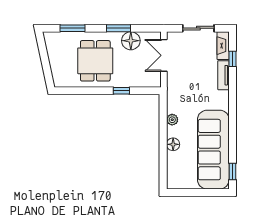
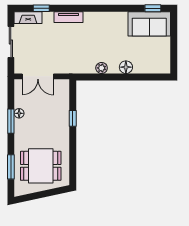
floor lamp: (131, 41) -> (19, 113), width x0.53, depth x0.53
dining table: (95, 61) -> (41, 166), moved
tv unit: (223, 75) -> (69, 17), moved
sofa: (213, 150) -> (149, 24), width x0.54, depth x0.79

